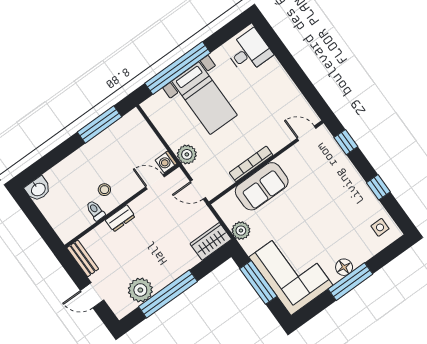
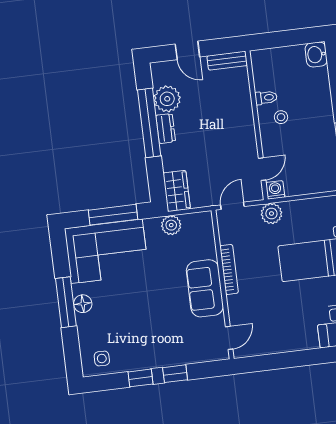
window: (346, 142) -> (175, 374), moved
sofa: (262, 186) -> (205, 288), moved
dresser: (120, 218) -> (166, 128), moved, turned 180
door: (92, 295) -> (187, 50), swing flipped

